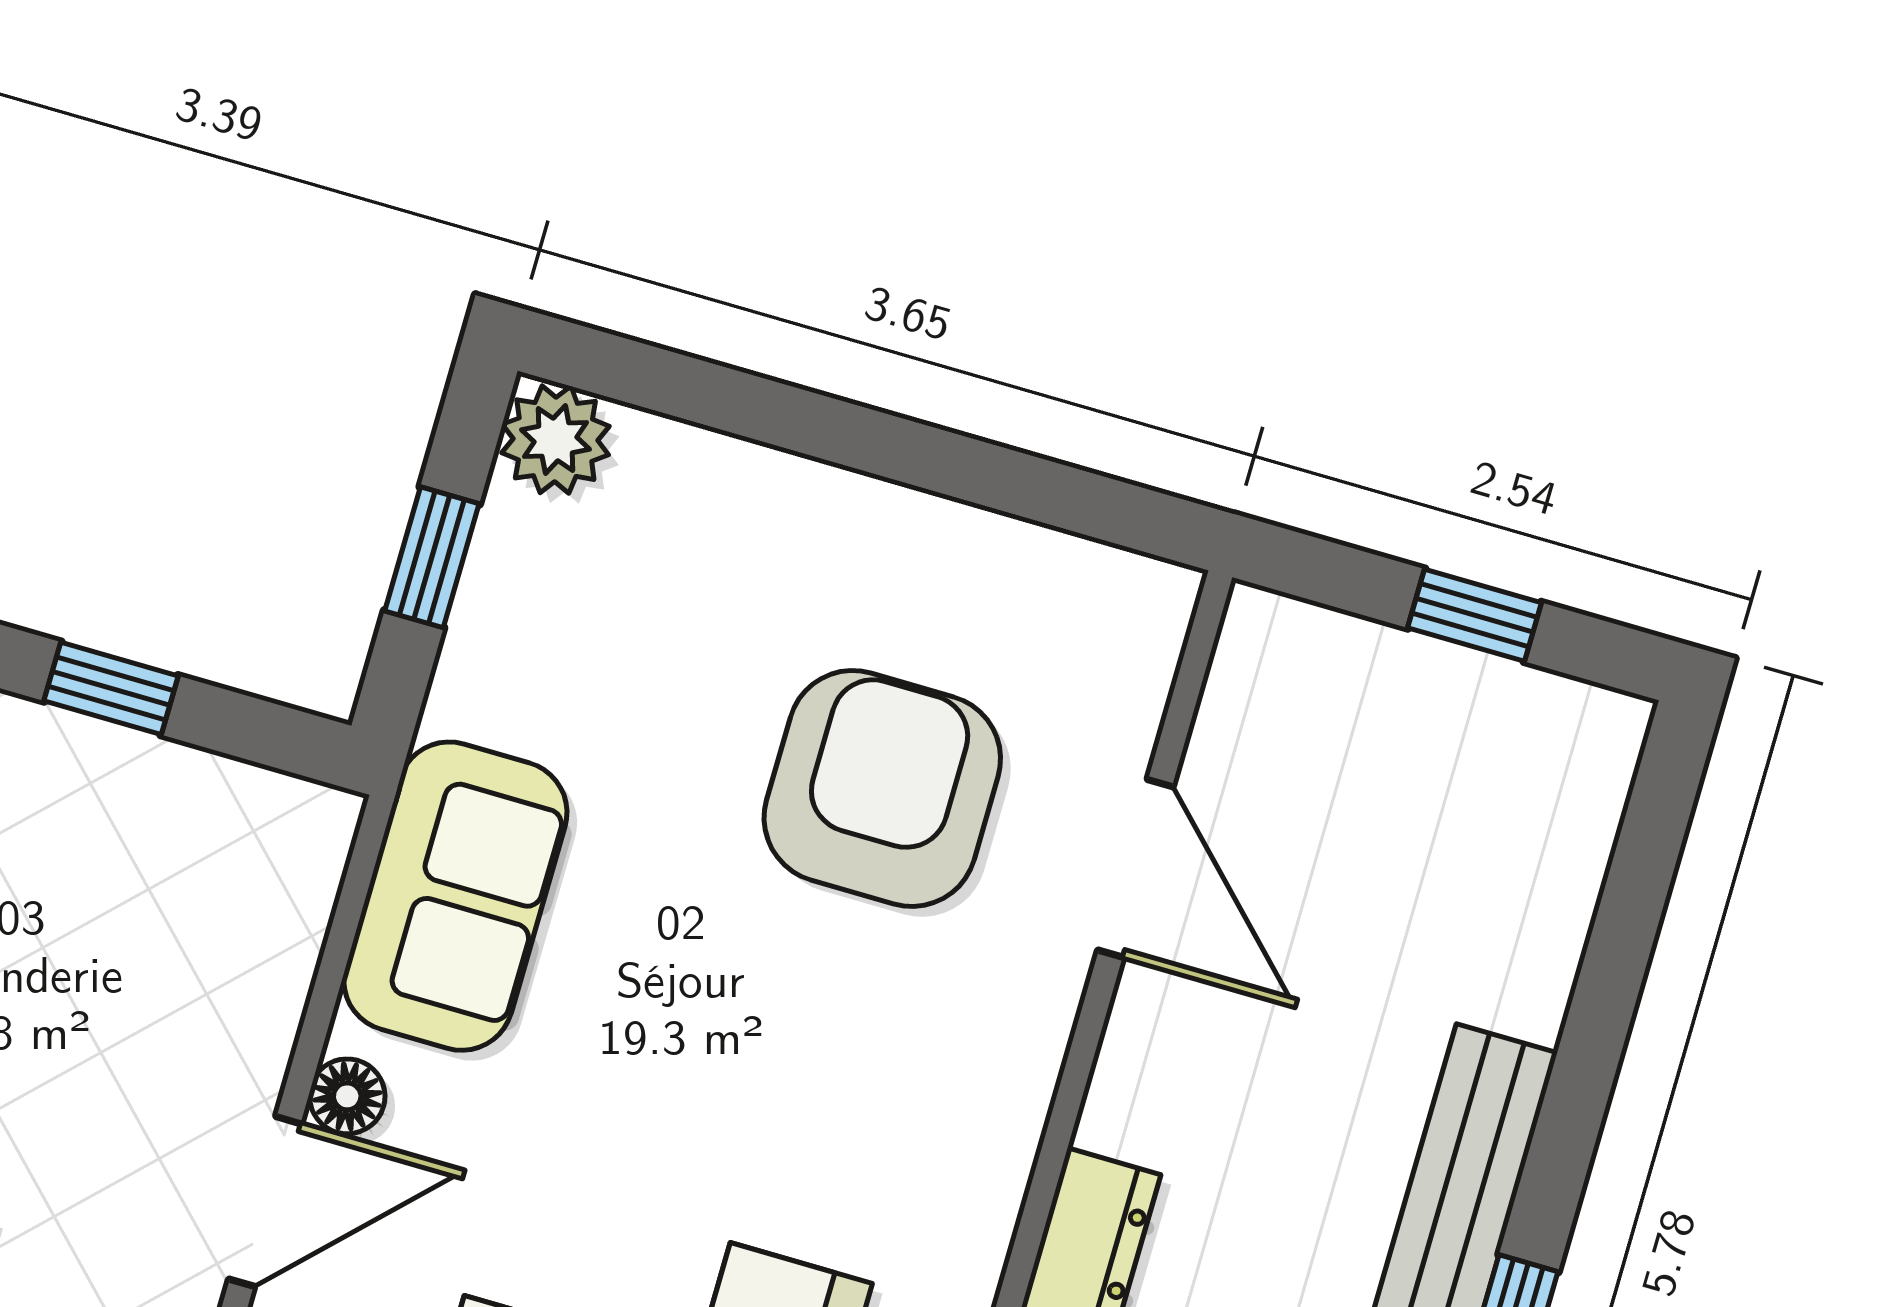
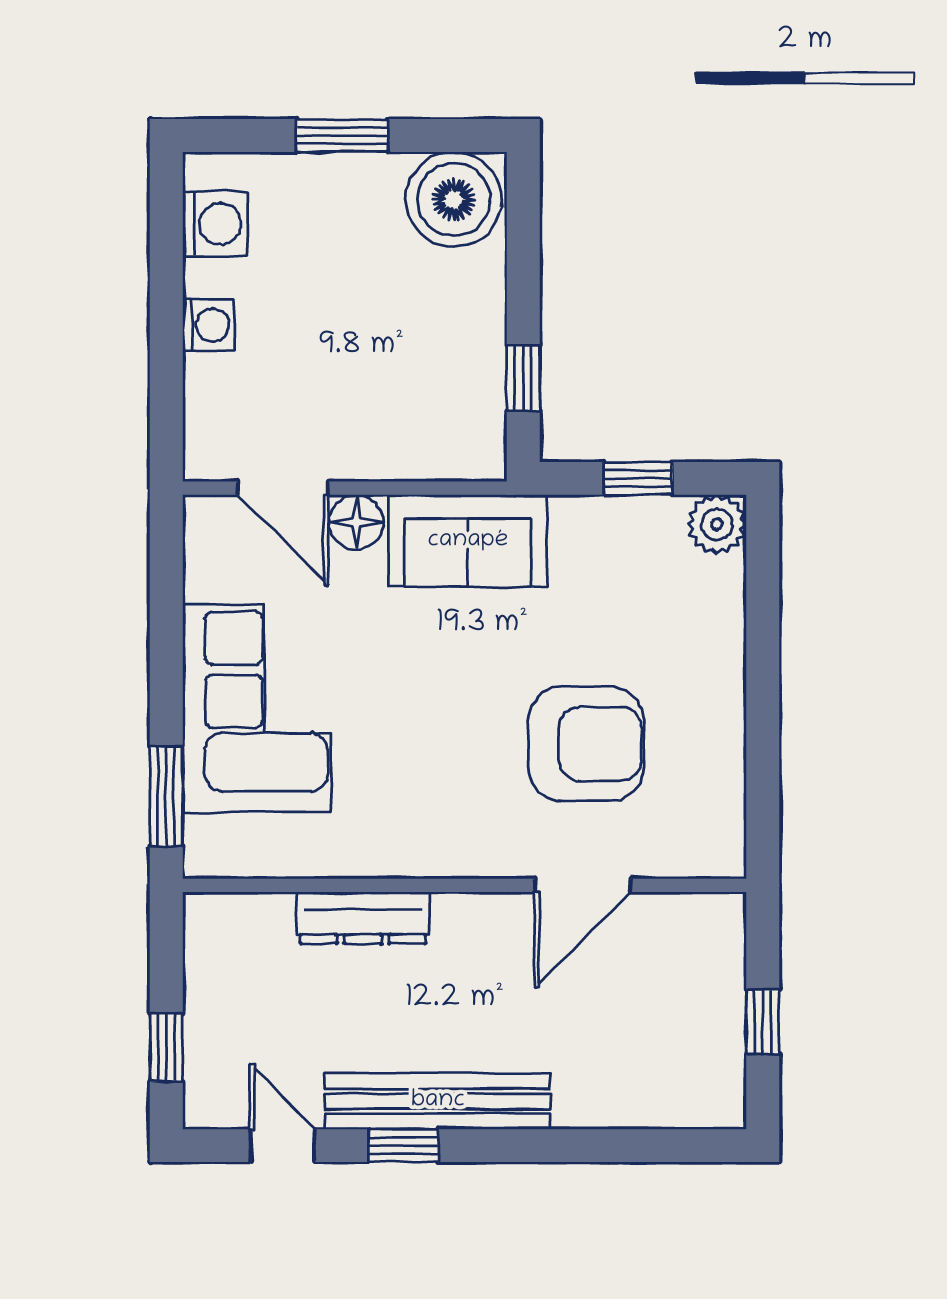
window: (111, 688) -> (523, 378), moved
floor lamp: (347, 1096) -> (356, 522), width x1.37, depth x1.37

